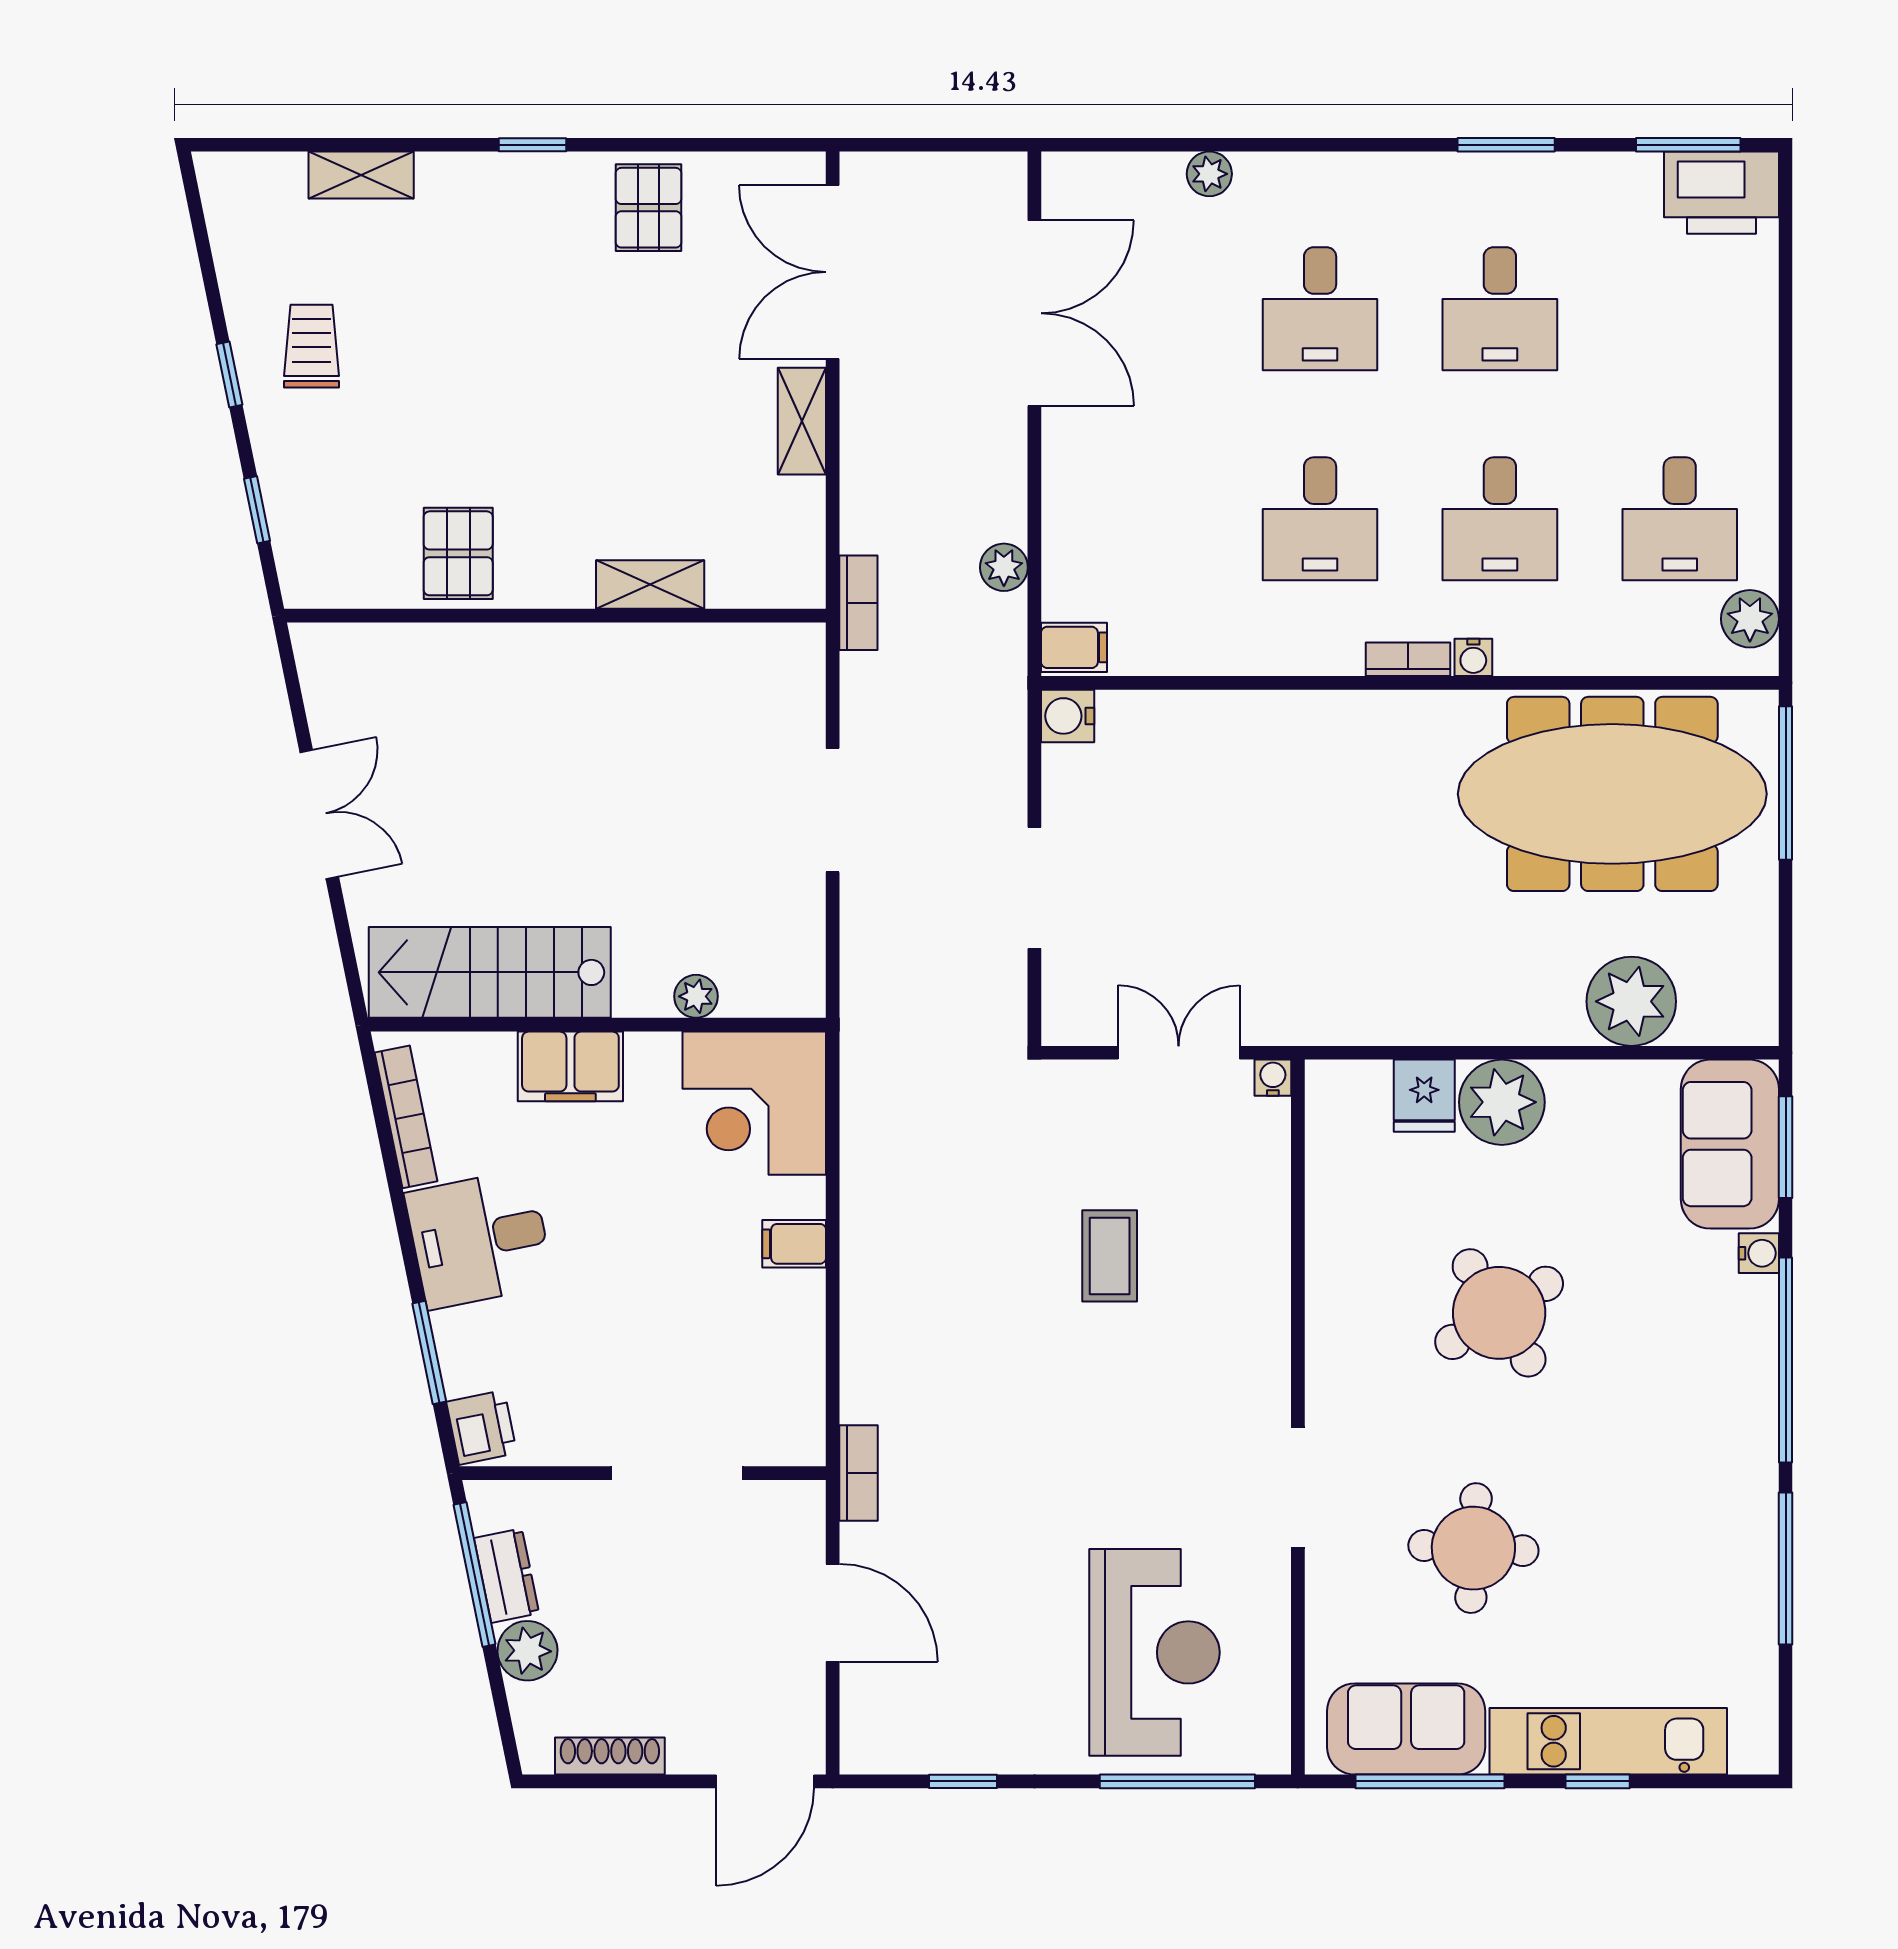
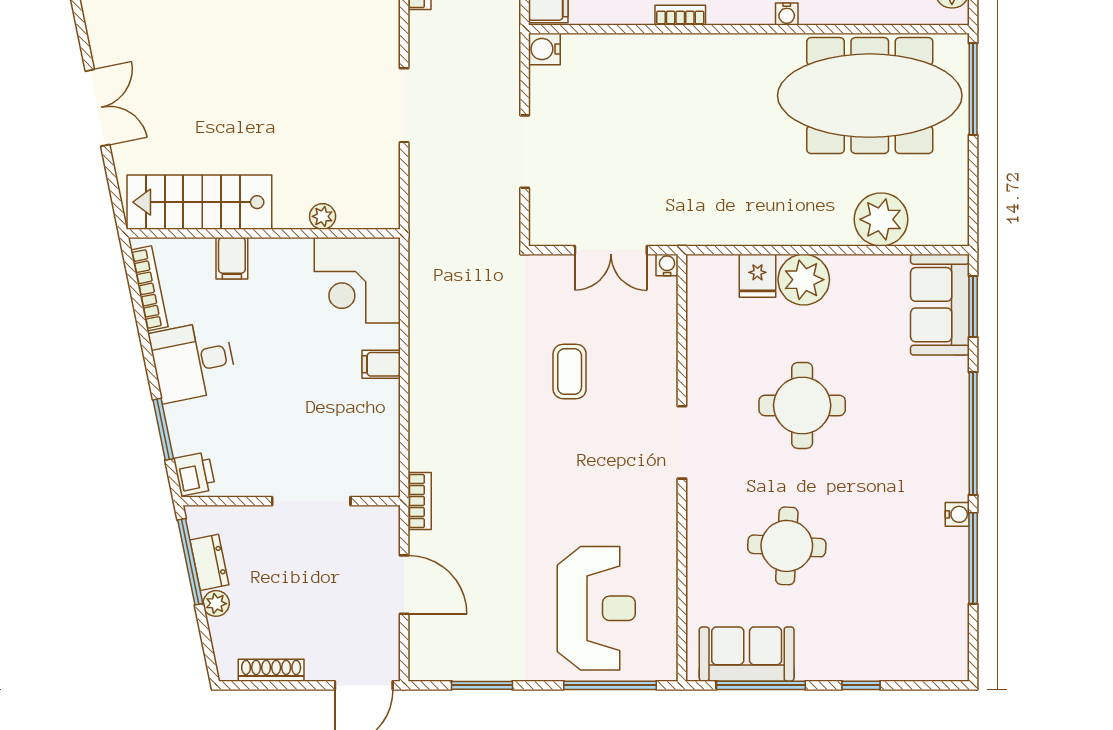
bookcase: (1408, 659) -> (680, 15), moved
double door: (1179, 1053) -> (611, 250), swing flipped
filing cabinet: (570, 1066) -> (232, 258), width x0.50
water cooler: (1759, 1253) -> (957, 514), moved
round table: (1499, 1313) -> (802, 405), turned 32
doorway: (1298, 1487) -> (682, 442), moved
plant: (527, 1651) -> (216, 603), width x0.73, depth x0.73
kitchen unit: (1608, 1741) -> (867, 661), removed
window: (963, 1781) -> (482, 685), width x1.50

